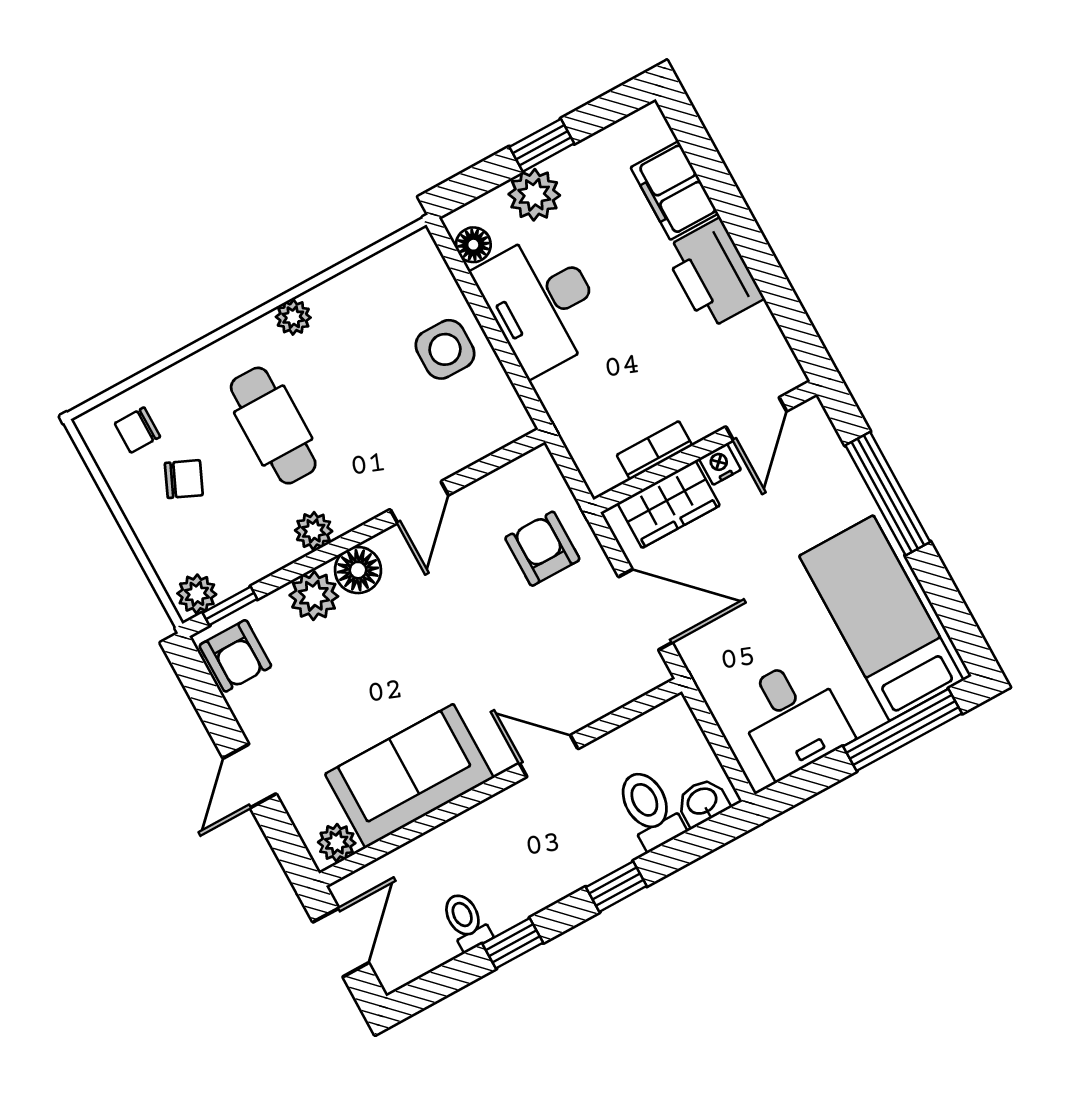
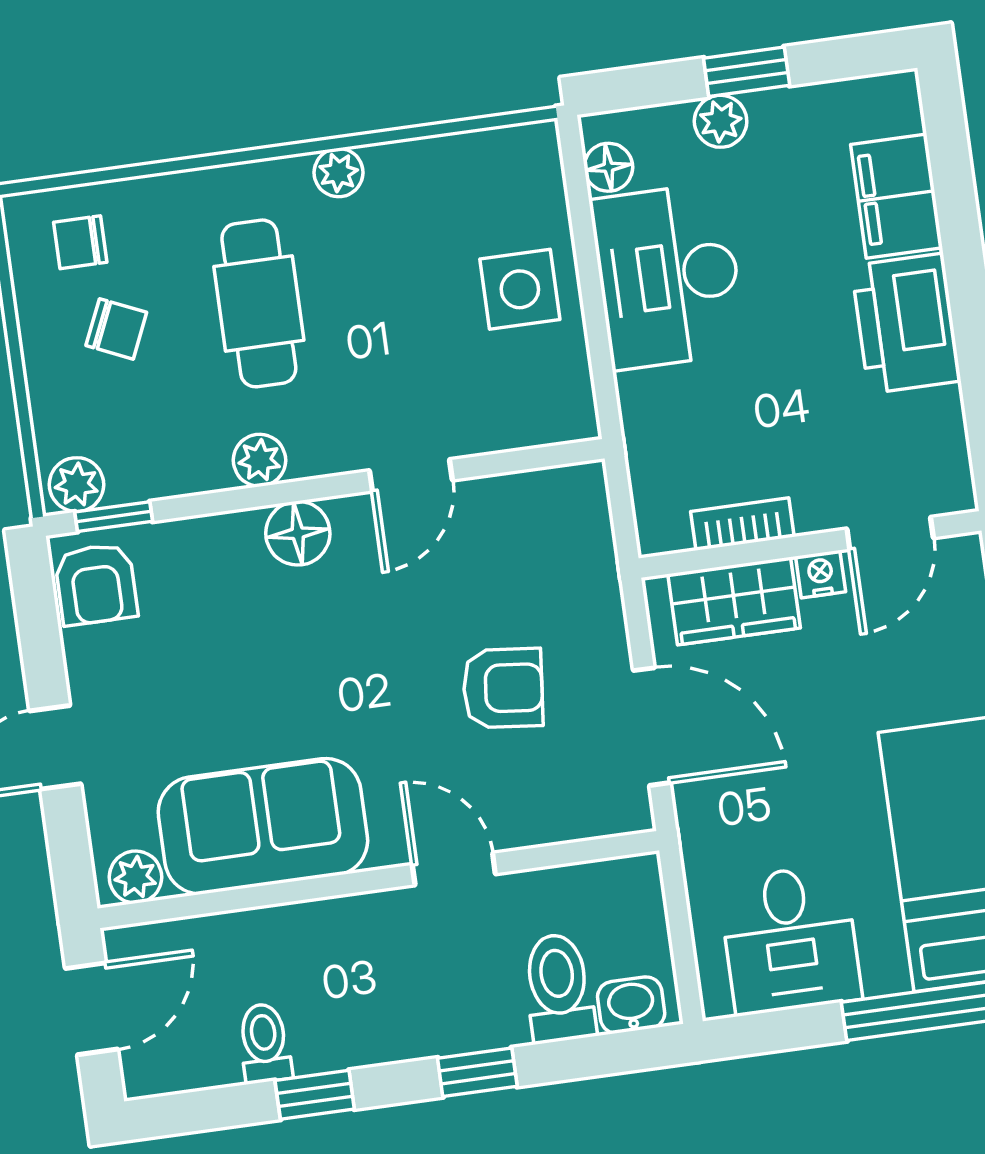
plant: (534, 195) -> (721, 121), width x0.73, depth x0.73
armchair: (542, 549) -> (503, 688), moved, turned 96
plant: (314, 596) -> (228, 545), removed

